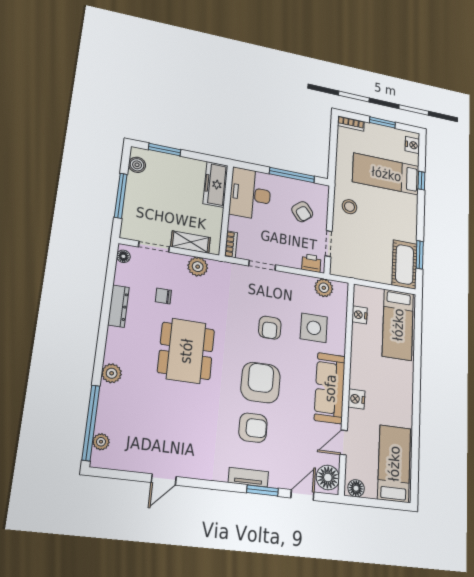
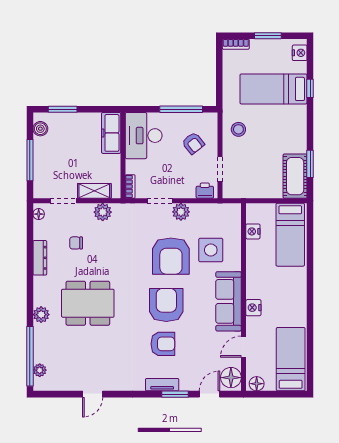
plant: (324, 288) -> (181, 212), moved
armchair: (270, 328) -> (171, 256), width x1.88, depth x1.88
dining table: (186, 351) -> (88, 303), moved, turned 90

